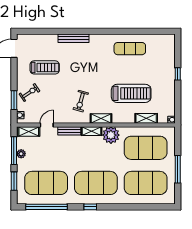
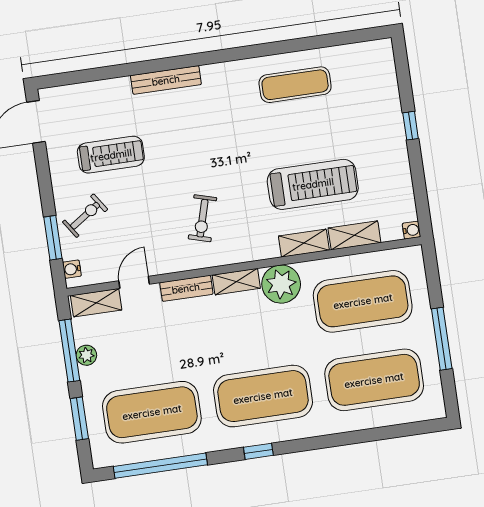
shelving: (101, 119) -> (304, 243), moved

